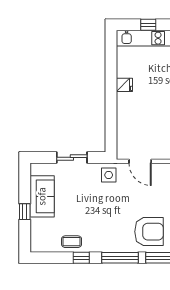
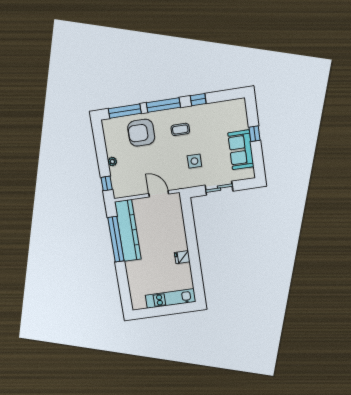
window: (148, 25) -> (170, 310), removed
side table: (109, 175) -> (194, 161), moved
coffee table: (72, 242) -> (180, 129), moved

